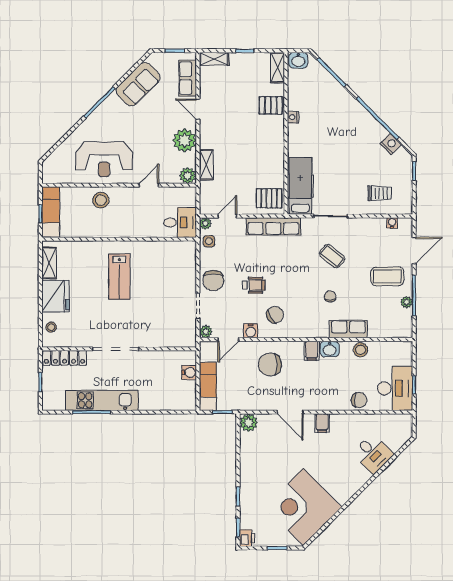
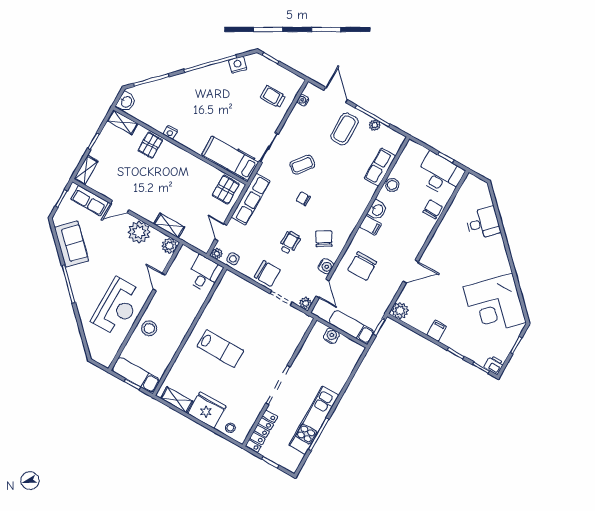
trolley: (380, 193) -> (273, 97), turned -90
chair: (330, 296) -> (303, 199), moved
row of seats: (348, 329) -> (380, 167), moved
filing cabinet: (322, 423) -> (437, 331), moved, turned -90

